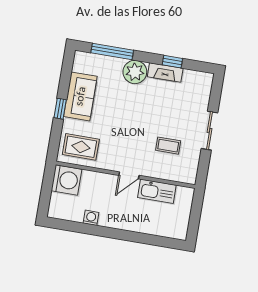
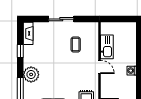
fireplace: (165, 72) -> (28, 33), moved
washing machine: (91, 218) -> (132, 71), moved

